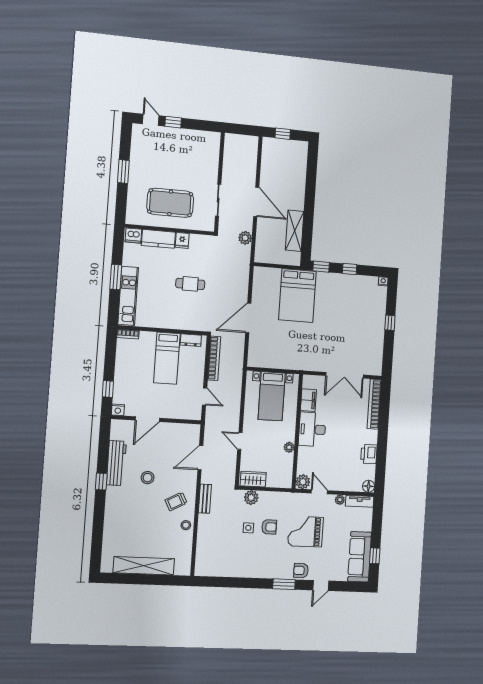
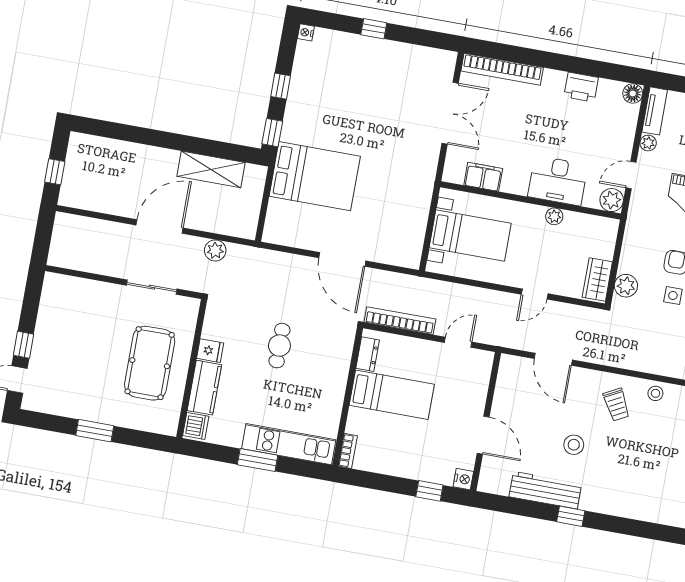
desk: (312, 429) -> (558, 181), moved
bench: (205, 499) -> (618, 359), removed

